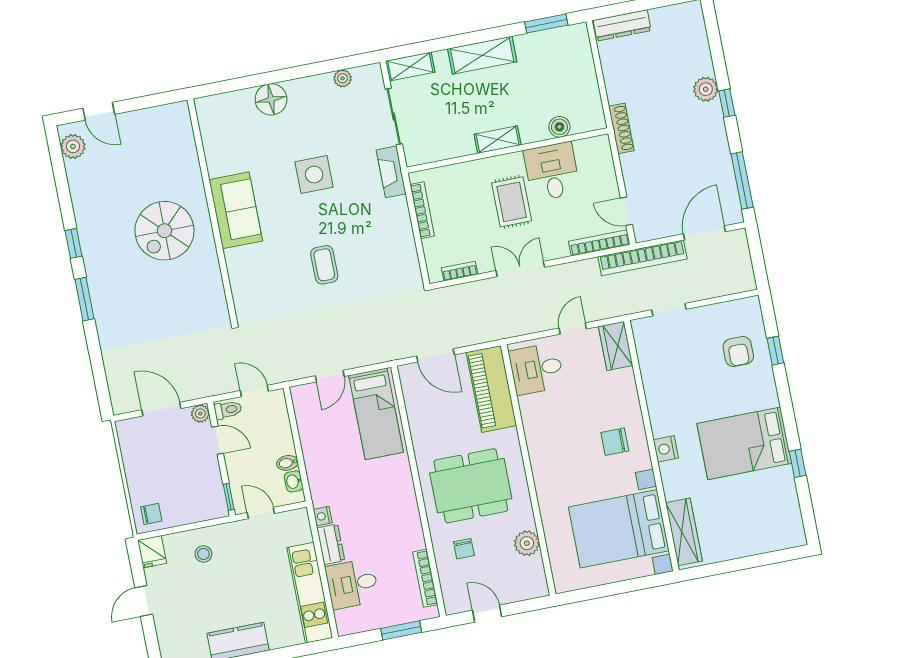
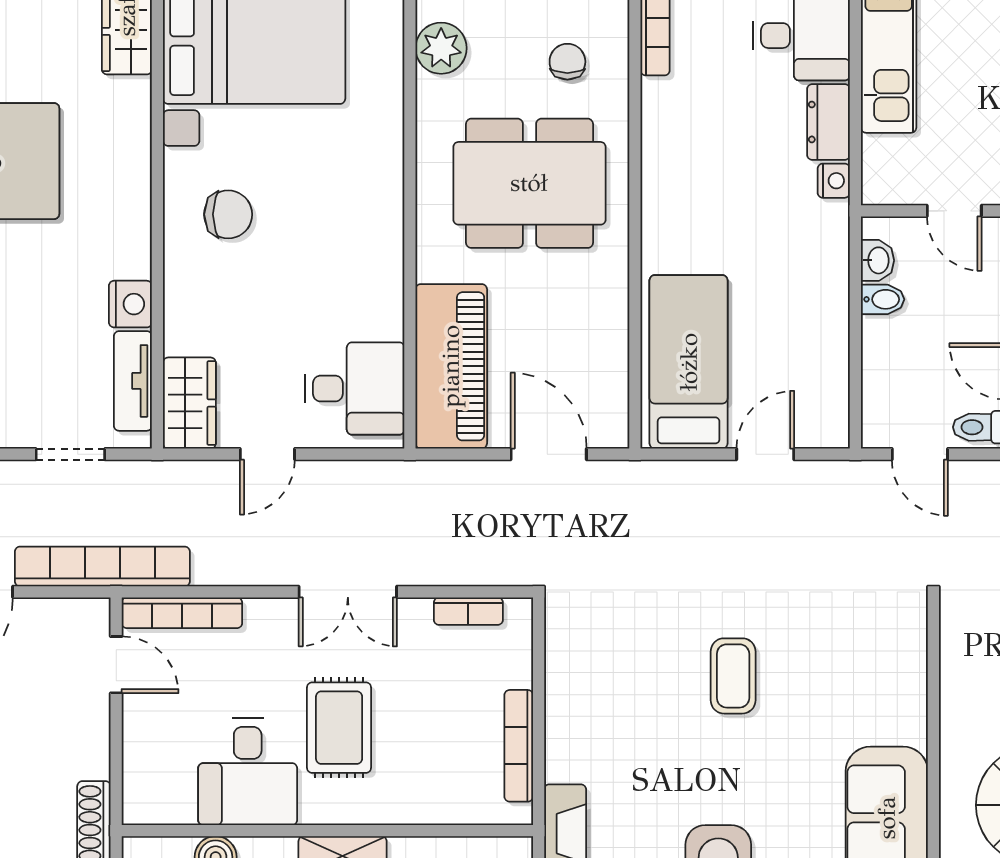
tv unit: (645, 351) -> (133, 381), added
nightstand: (666, 449) -> (130, 304), moved

